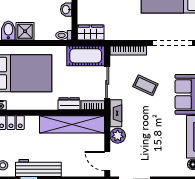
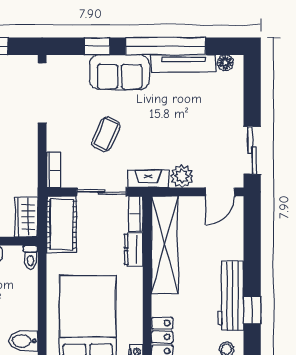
shower: (25, 31) -> (24, 316), removed
bookcase: (128, 51) -> (53, 170), width x0.64

